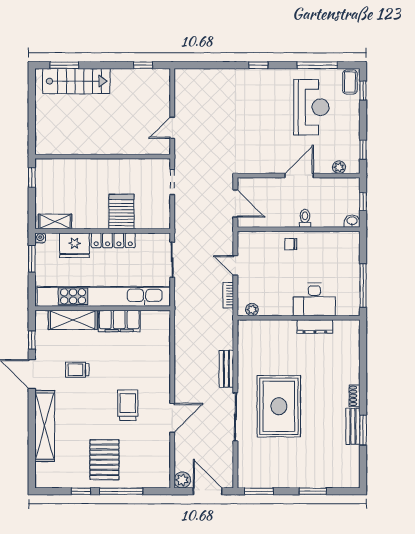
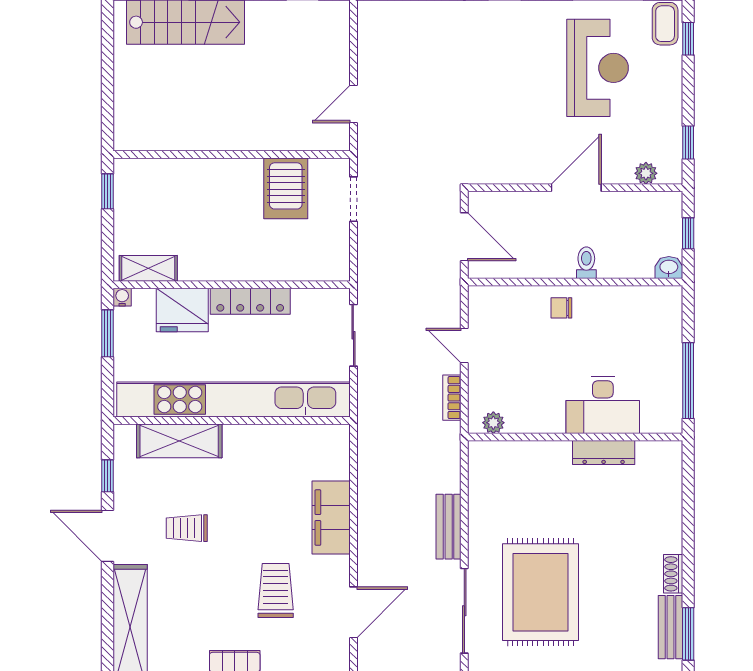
server rack: (121, 212) -> (286, 188), moved, turned 180
filing cabinet: (119, 321) -> (331, 518), moved, turned 90

